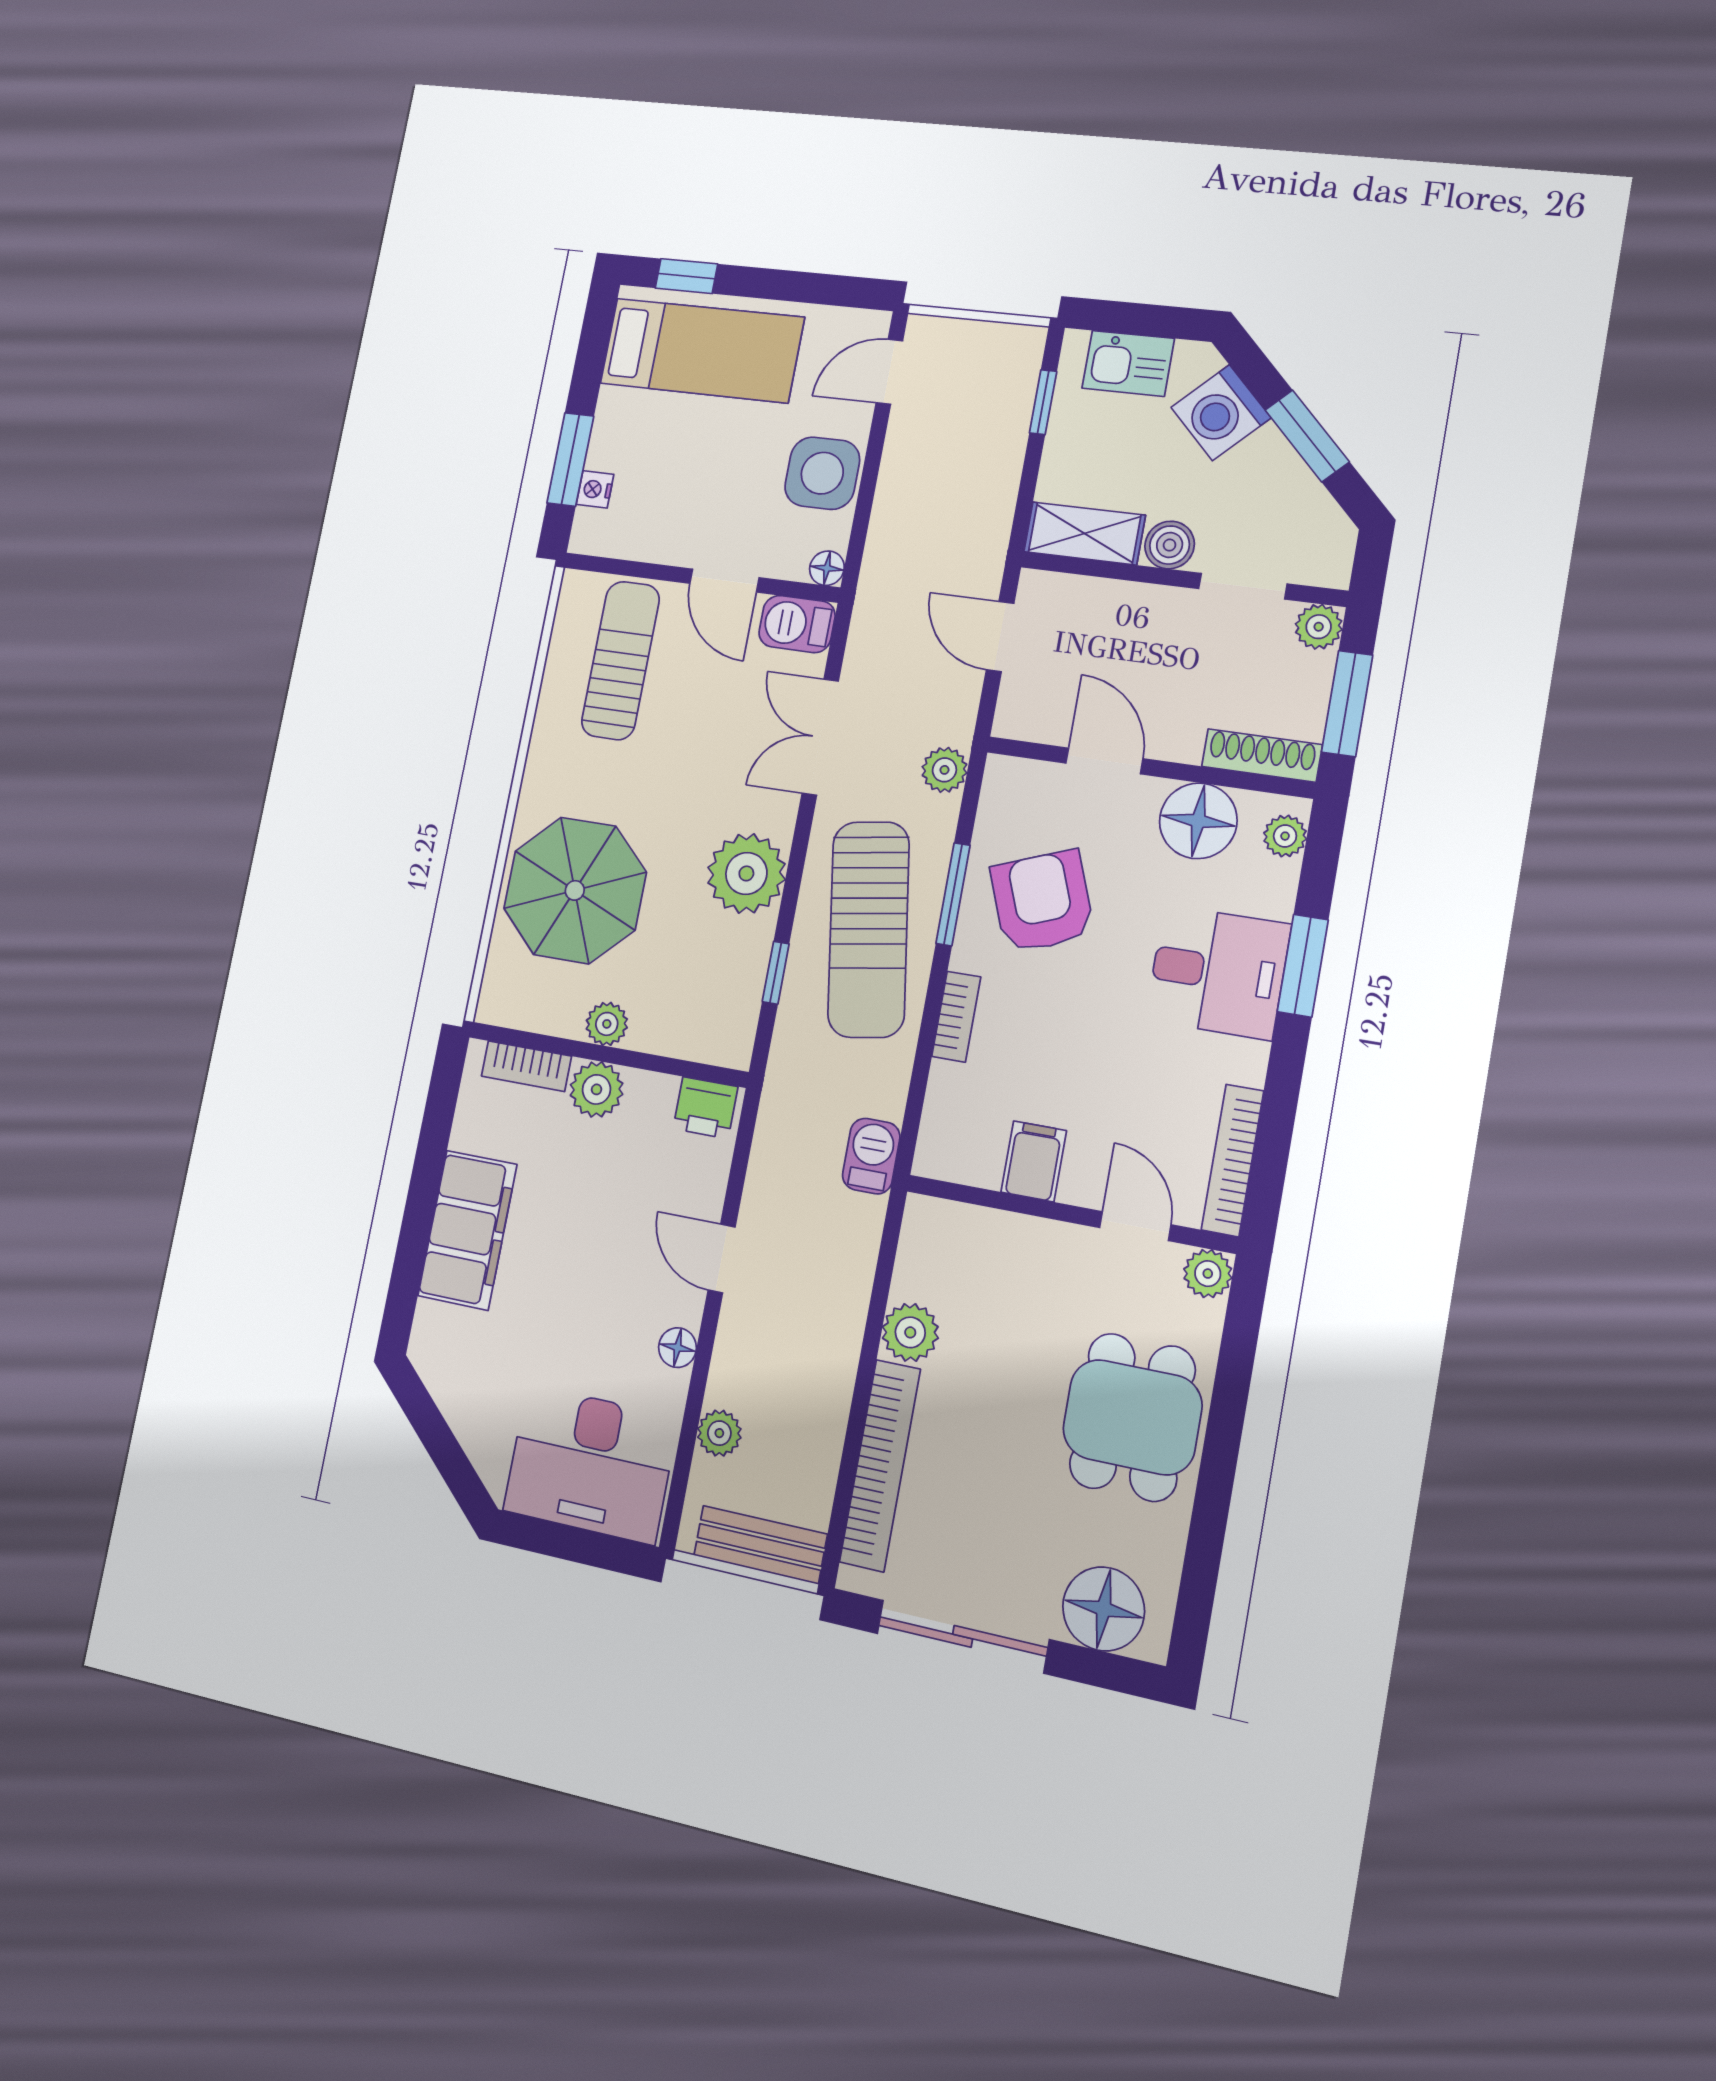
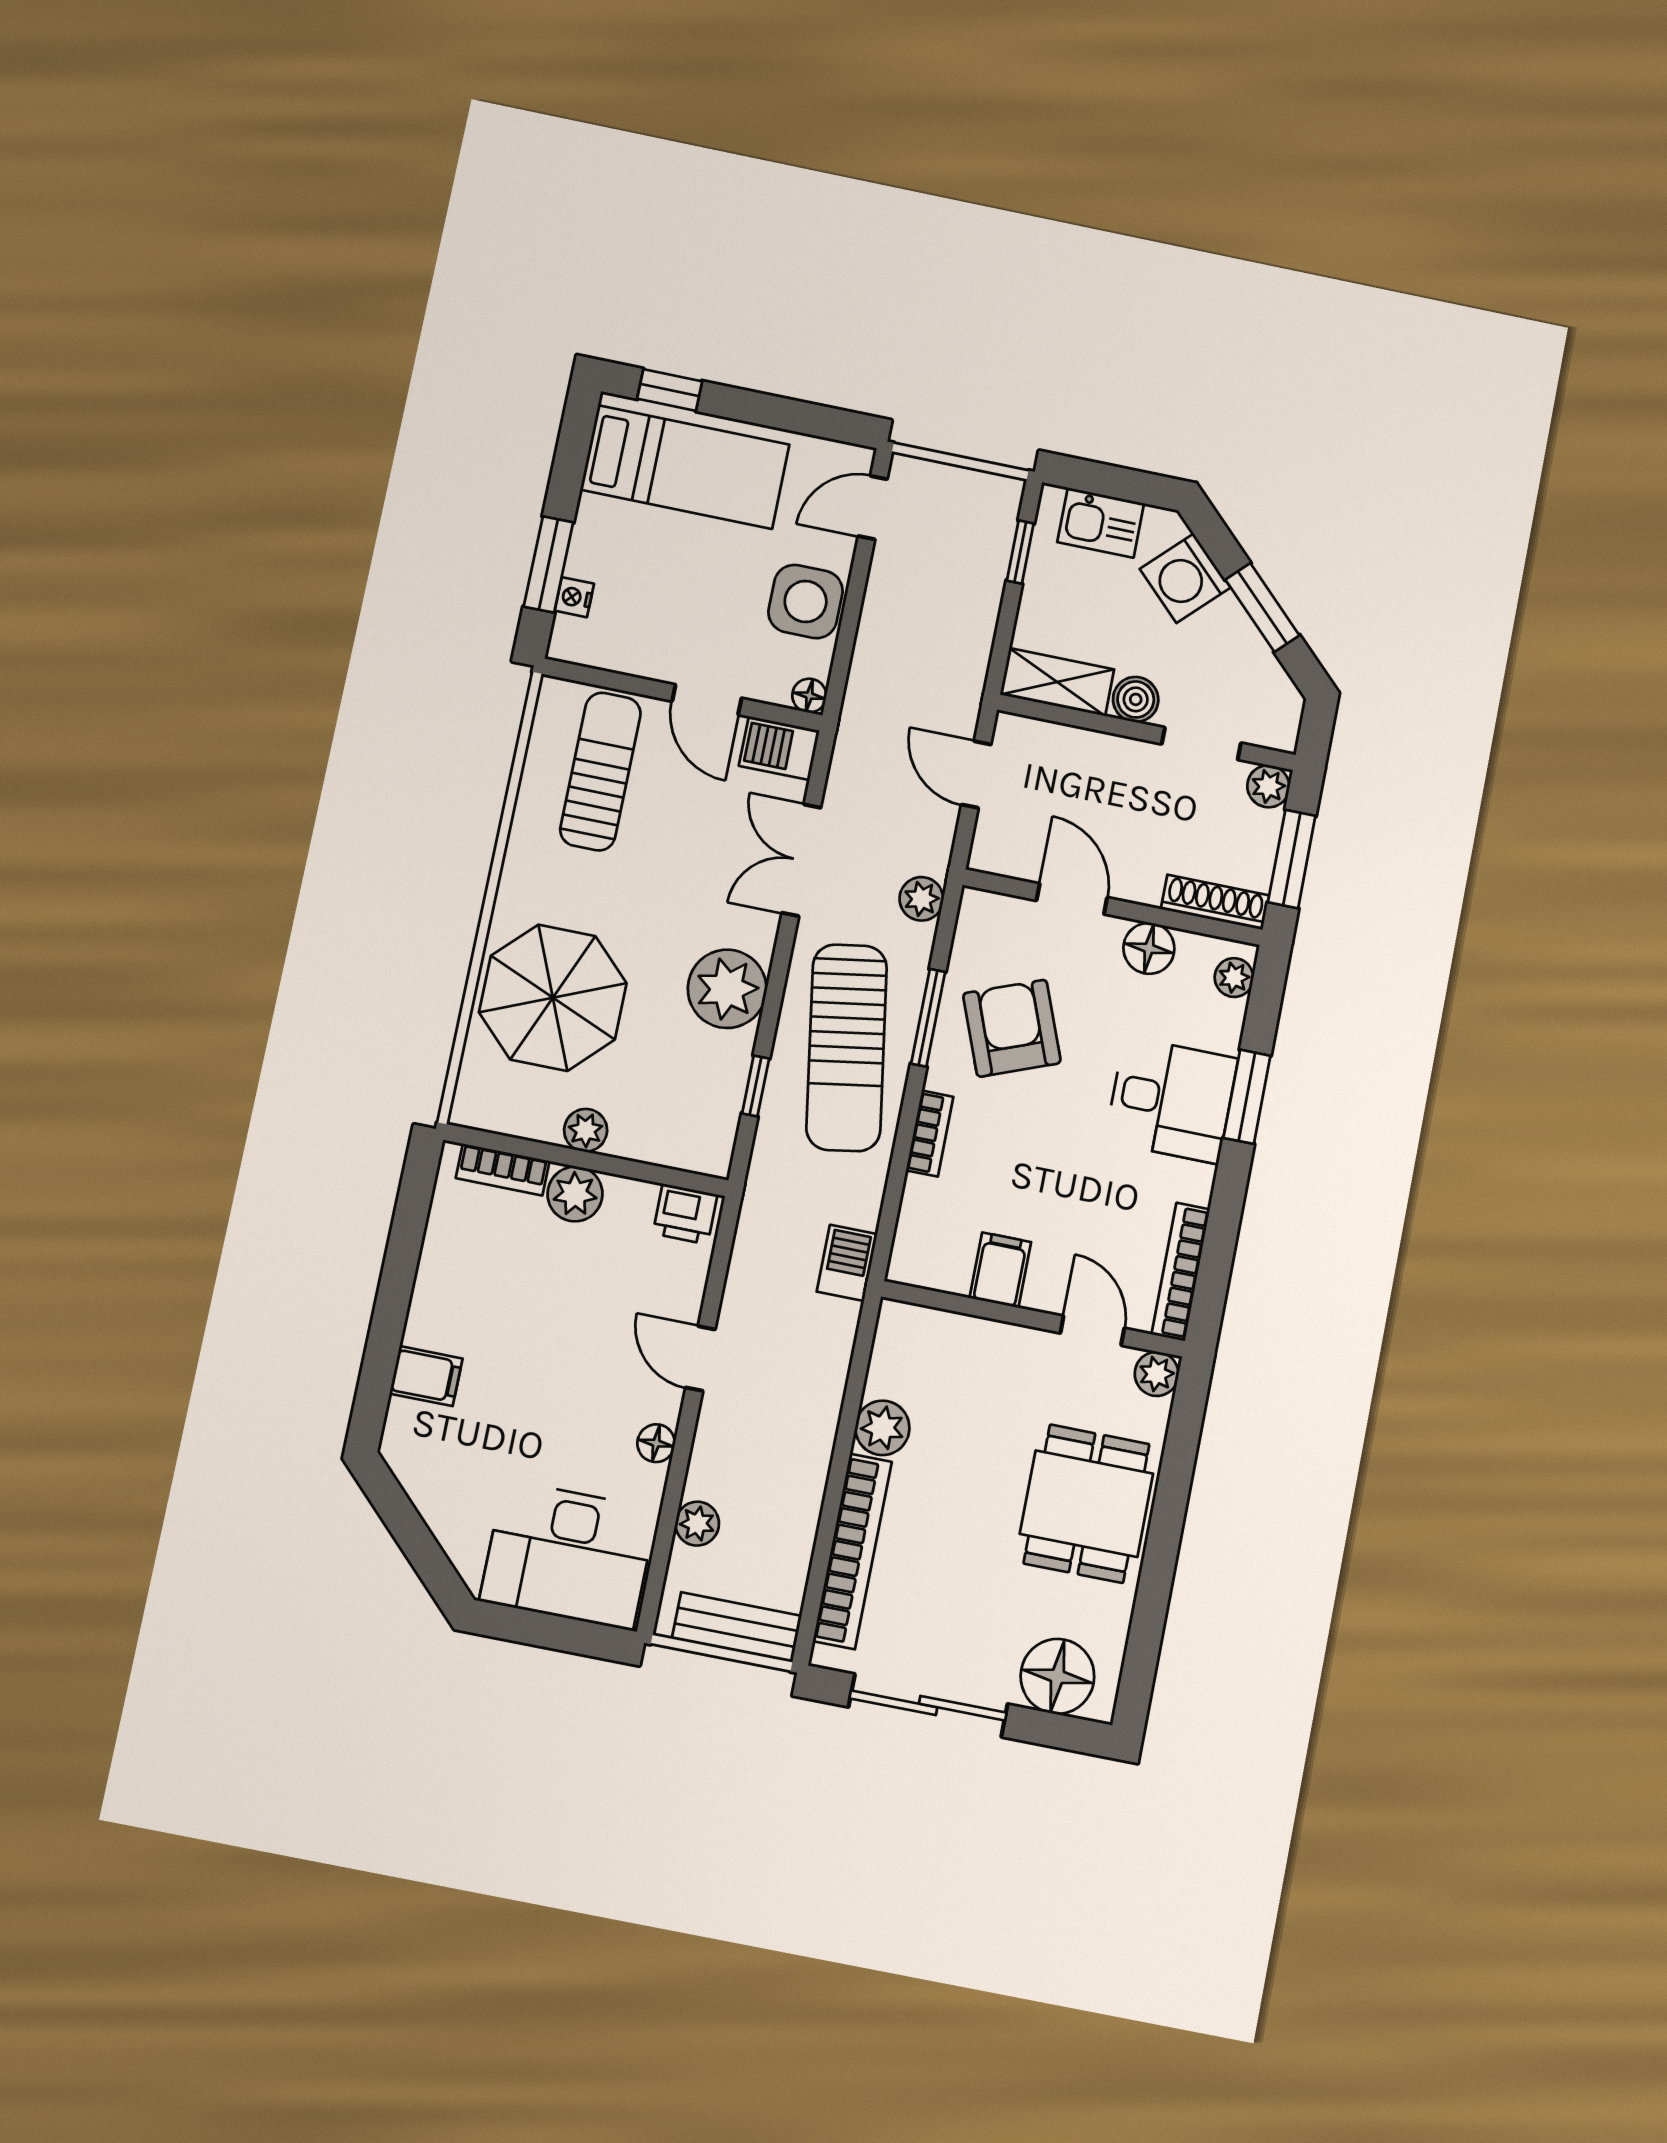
floor lamp: (1198, 821) -> (1149, 948), width x0.73, depth x0.73
filing cabinet: (467, 1230) -> (426, 1376), width x0.33, depth x0.86

